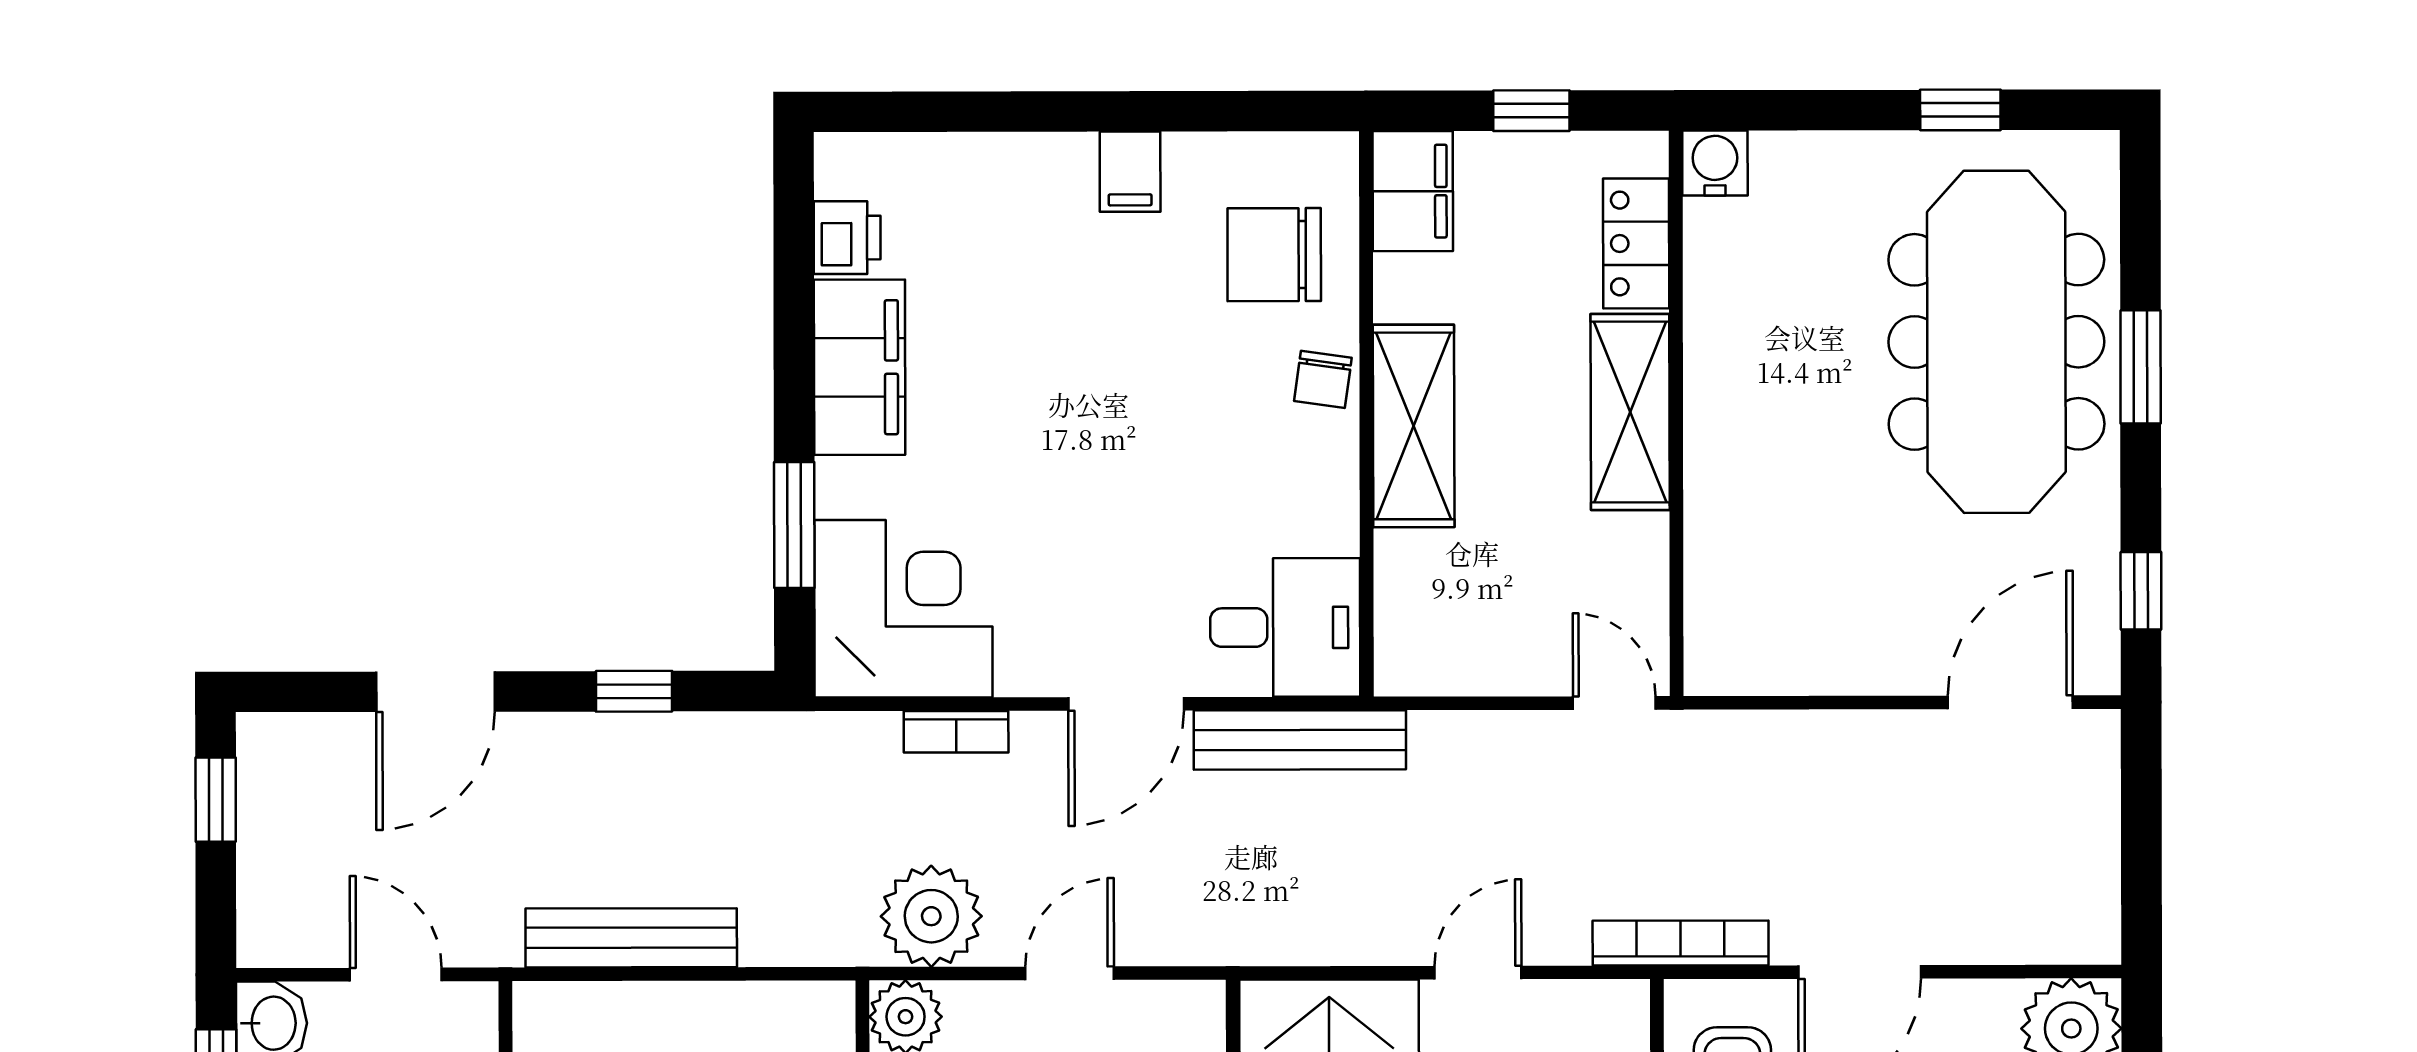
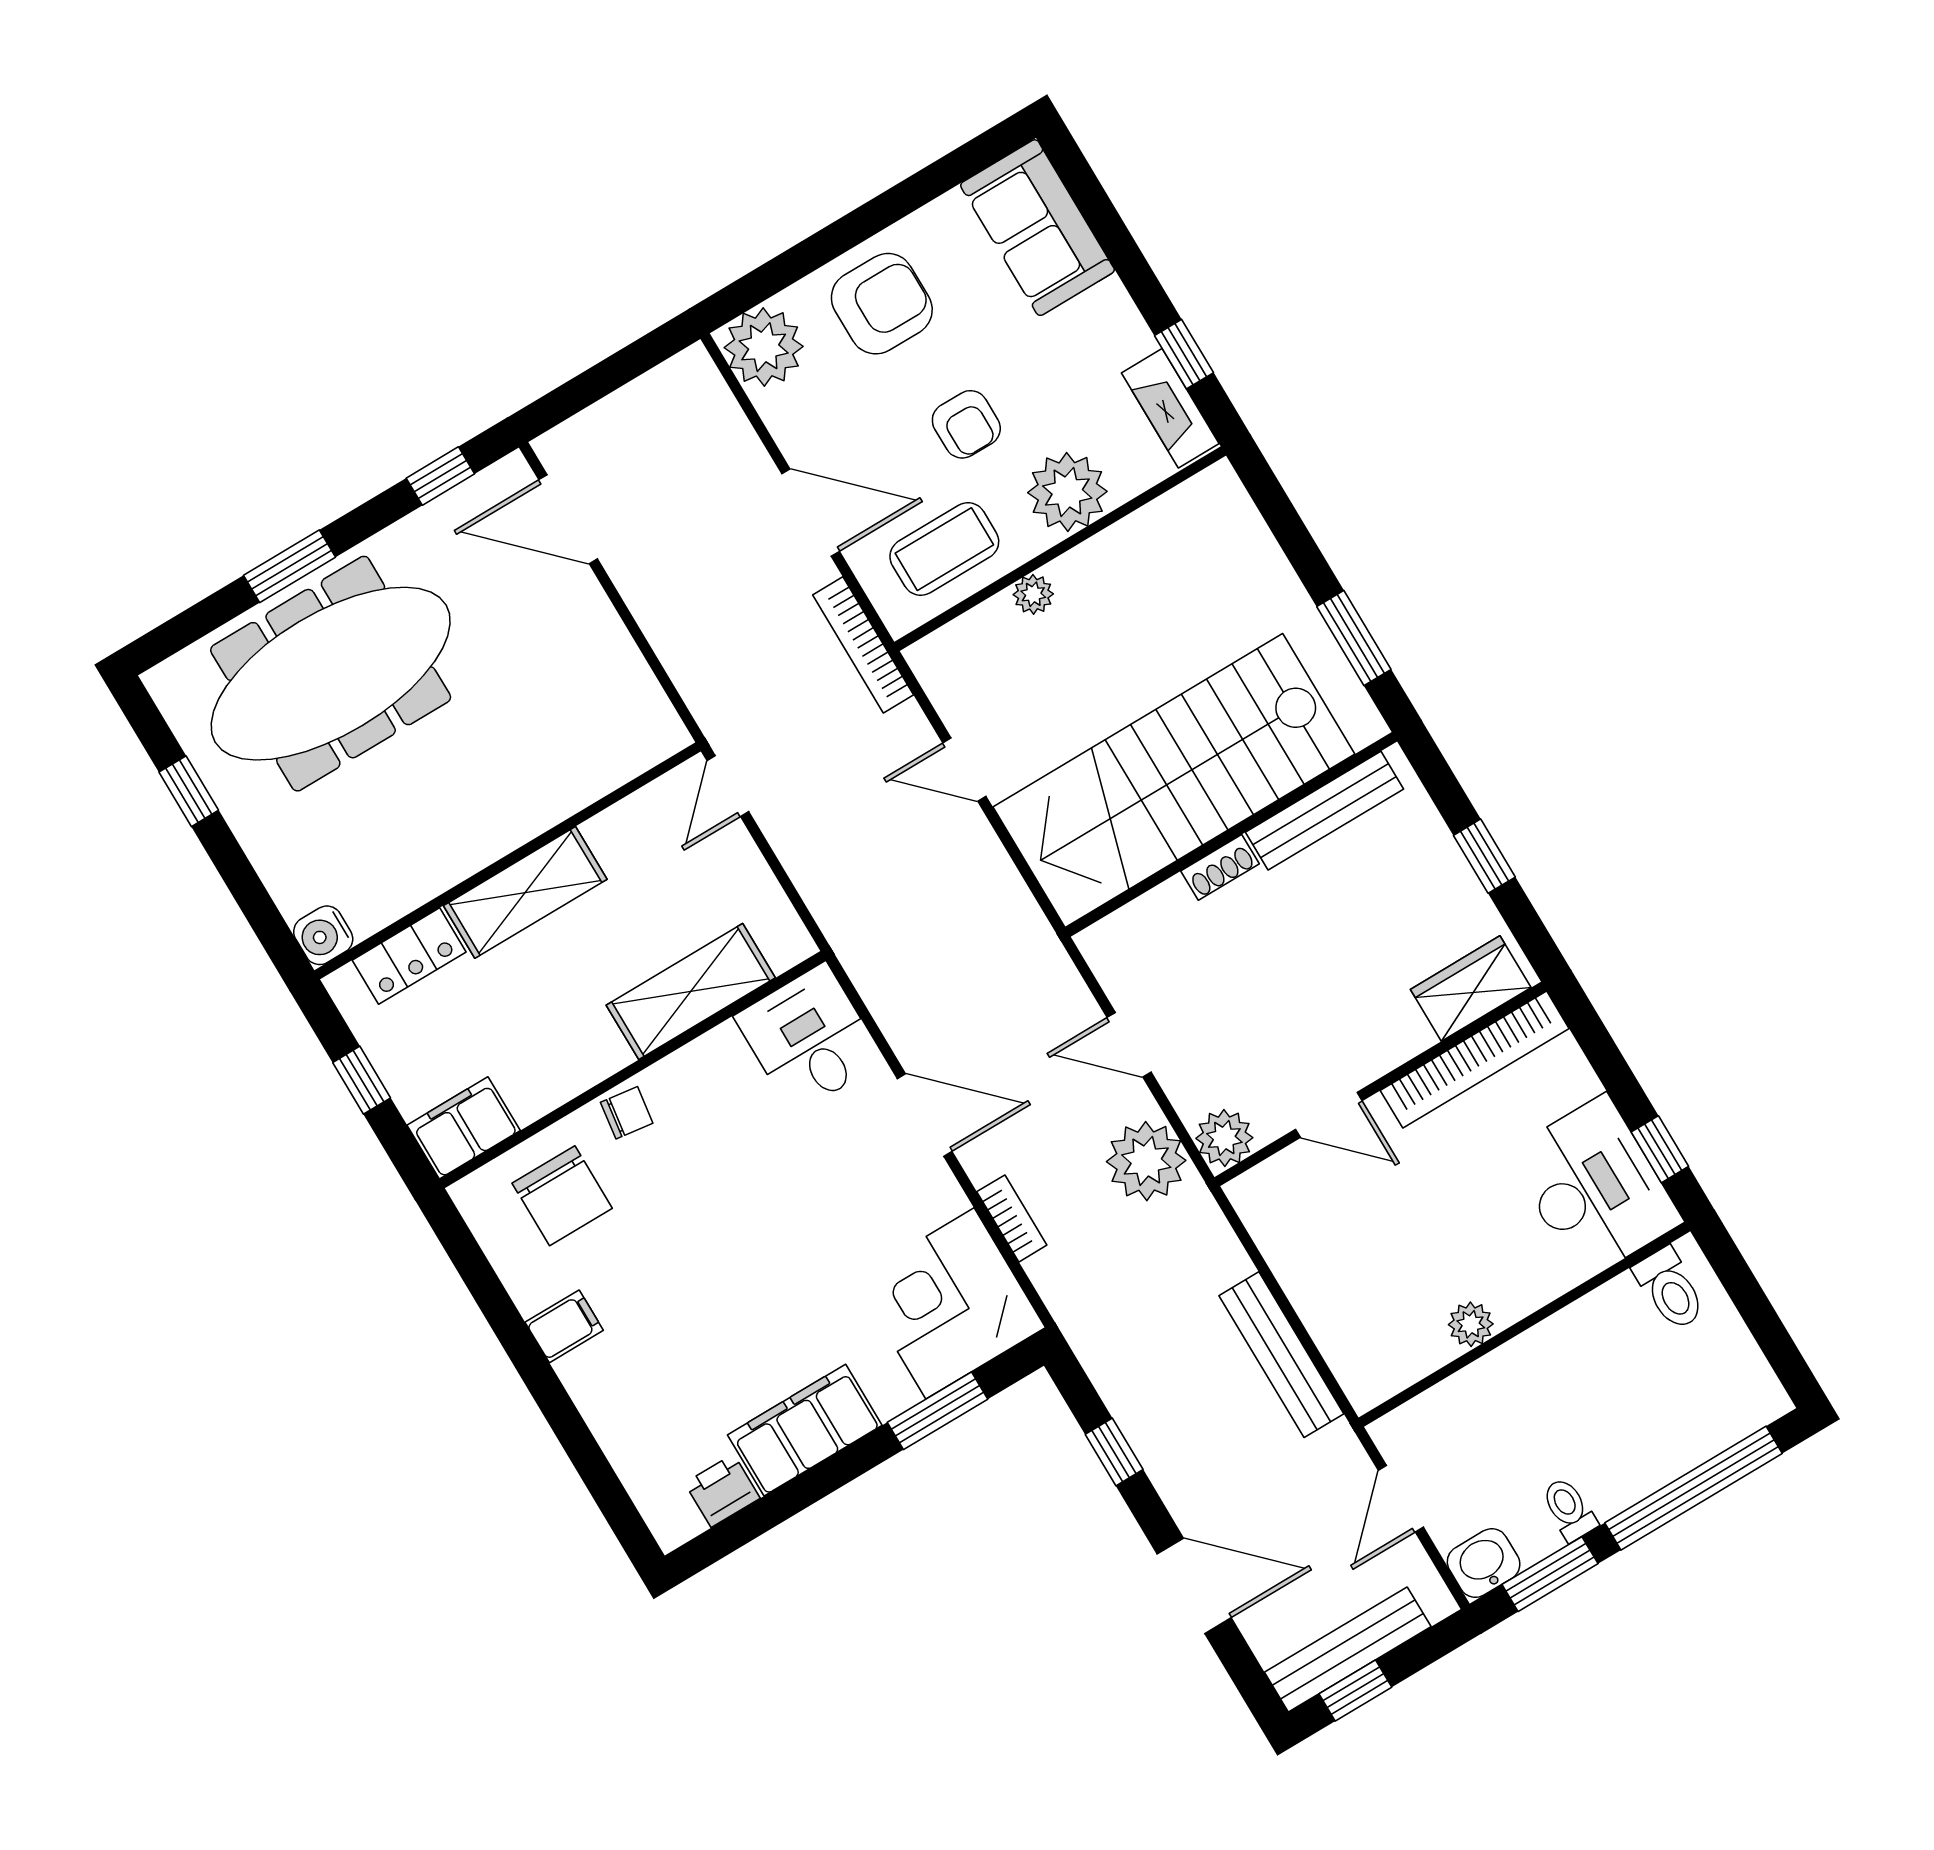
shelving: (1414, 426) -> (691, 992), moved
bench: (1300, 740) -> (1348, 1649), moved, turned 90

